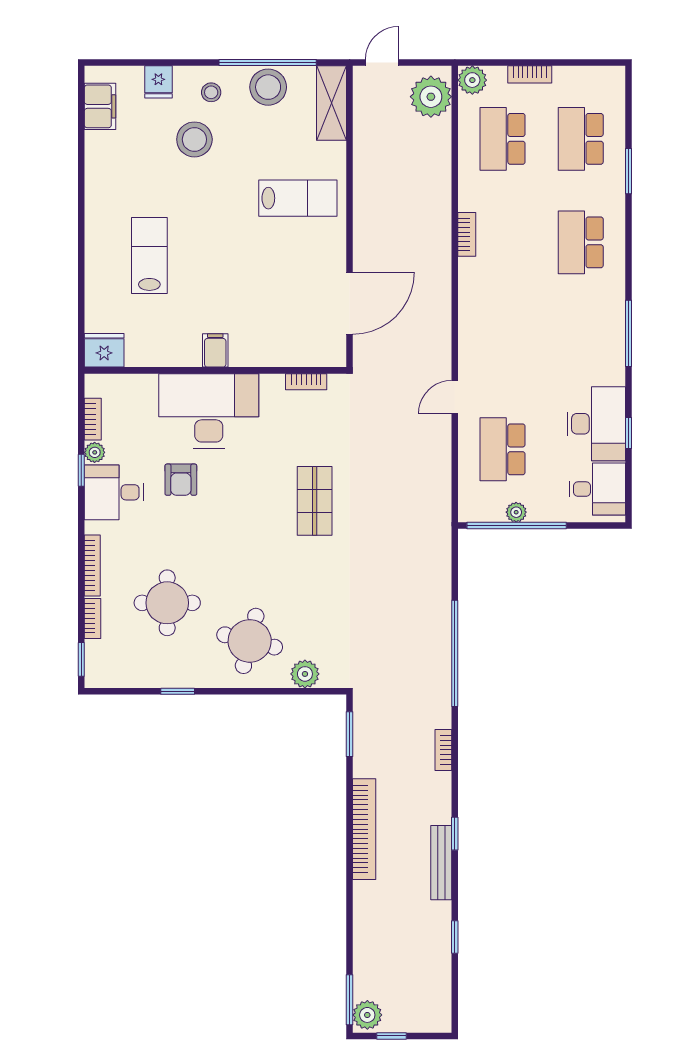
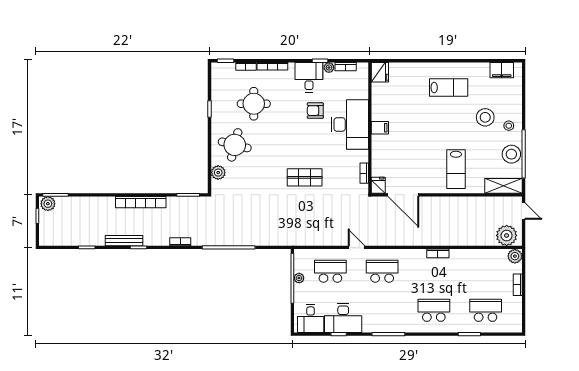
fridge: (158, 82) -> (378, 185), moved, turned 90
school desk: (503, 139) -> (382, 271), moved
lab bench: (149, 255) -> (449, 88), moved

